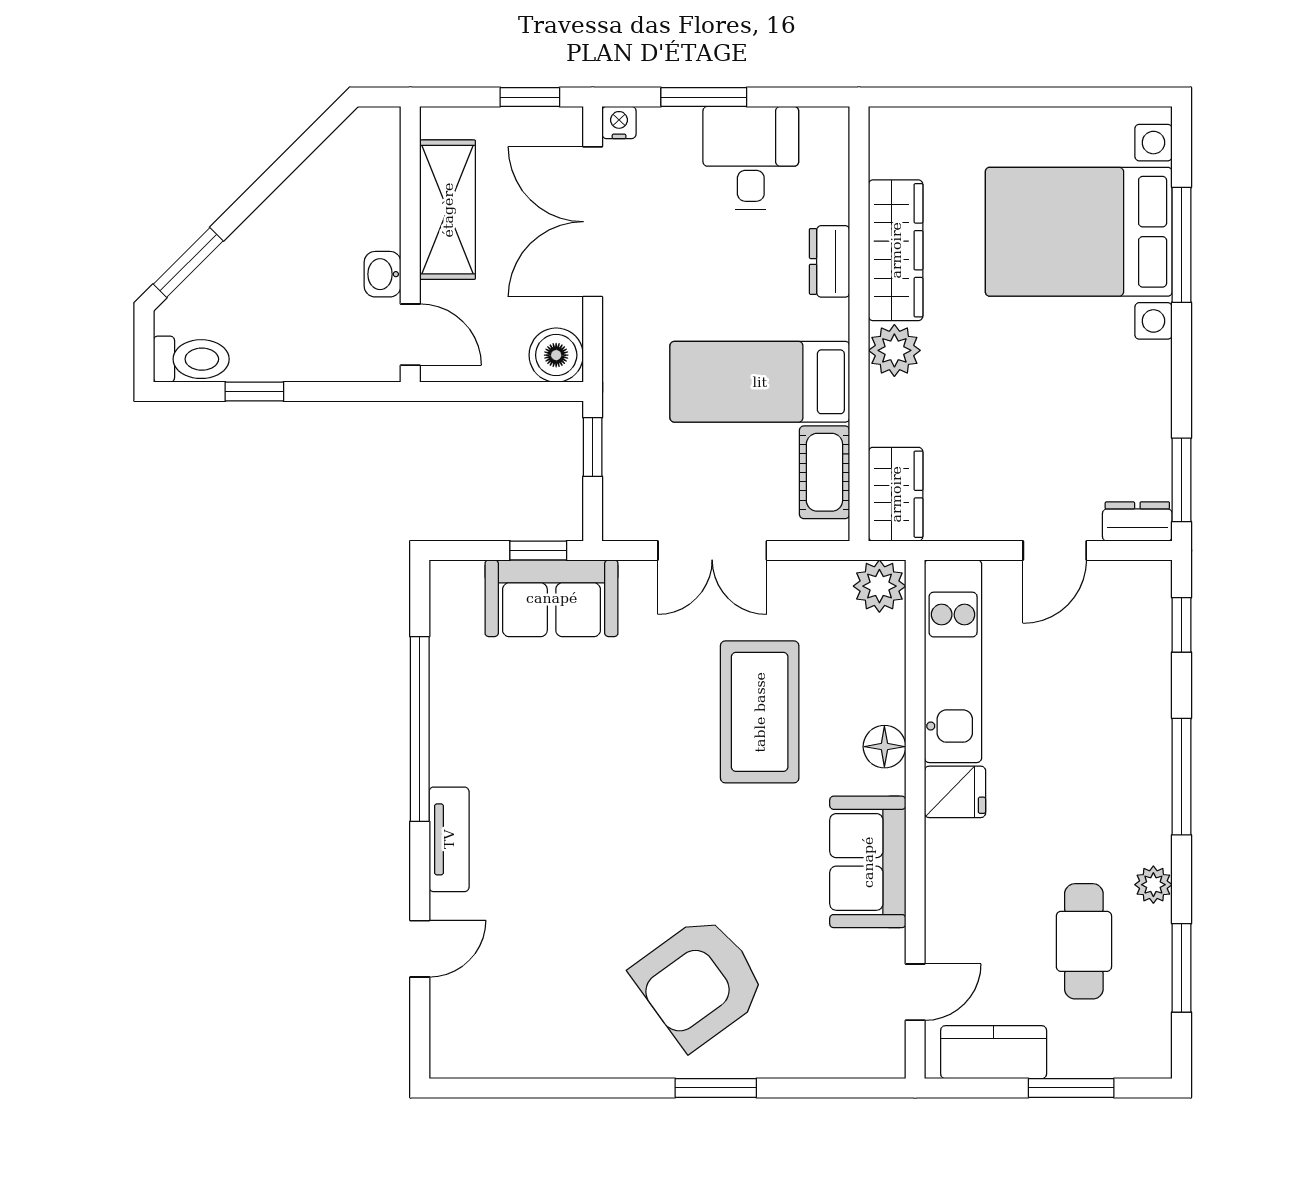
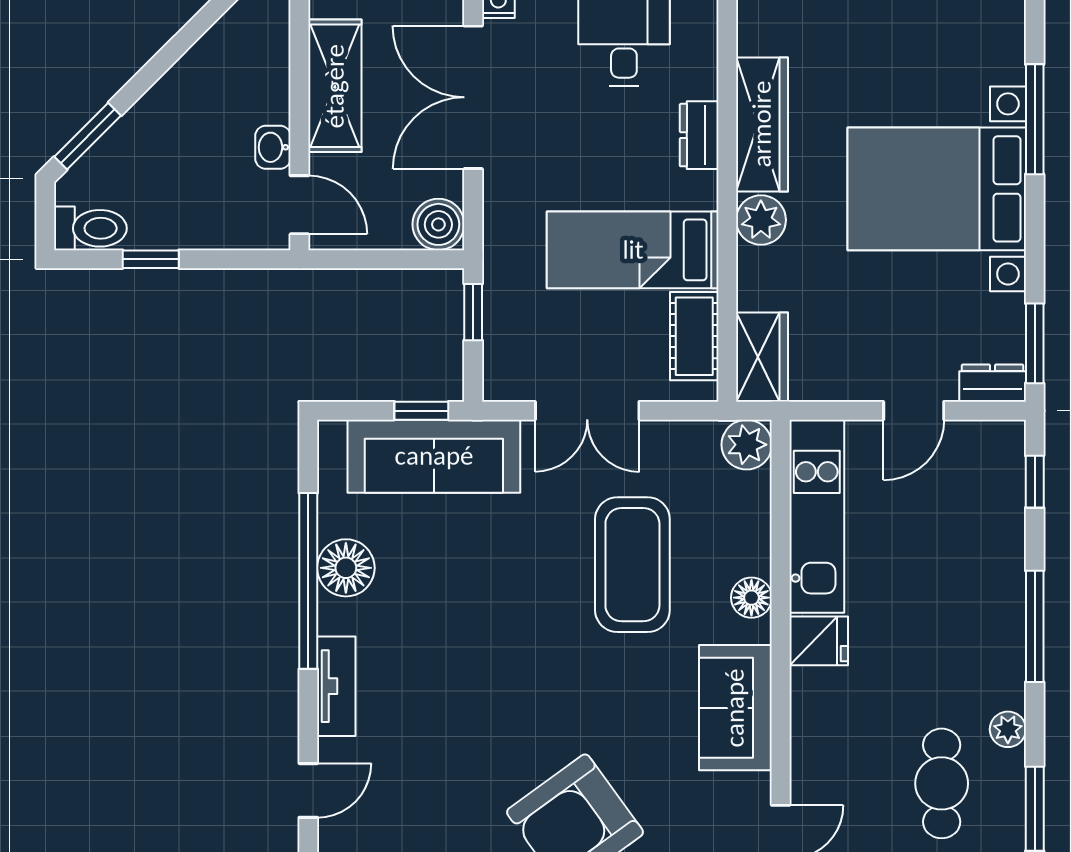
bed with nightstands: (1079, 232) -> (937, 189), moved
sofa: (552, 598) -> (434, 456), width x1.36
floor lamp: (459, 715) -> (346, 568), added

